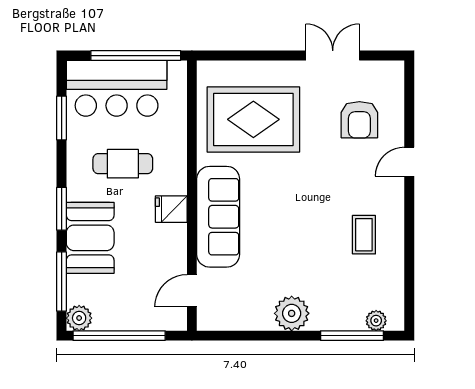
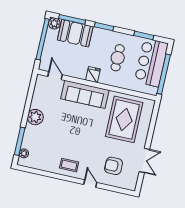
coffee table: (364, 235) -> (69, 165), moved
booth: (90, 238) -> (75, 33), moved

